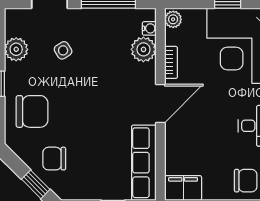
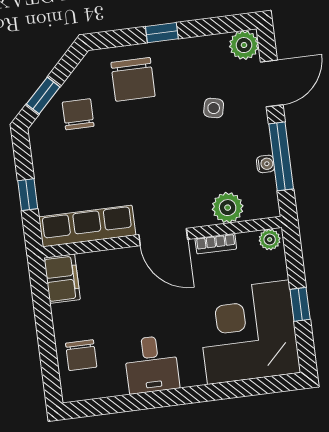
water cooler: (149, 28) -> (265, 164), moved, turned -90
plant: (16, 49) -> (244, 45), moved
side table: (63, 50) -> (214, 108), turned 45

